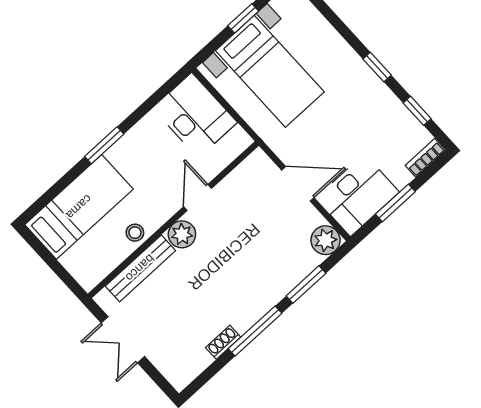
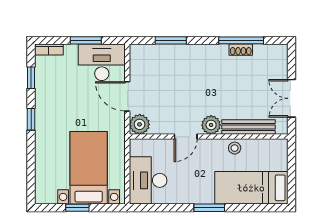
plant: (326, 240) -> (140, 124), moved
window: (255, 331) -> (241, 40), moved
double door: (123, 340) -> (291, 98), swing flipped

